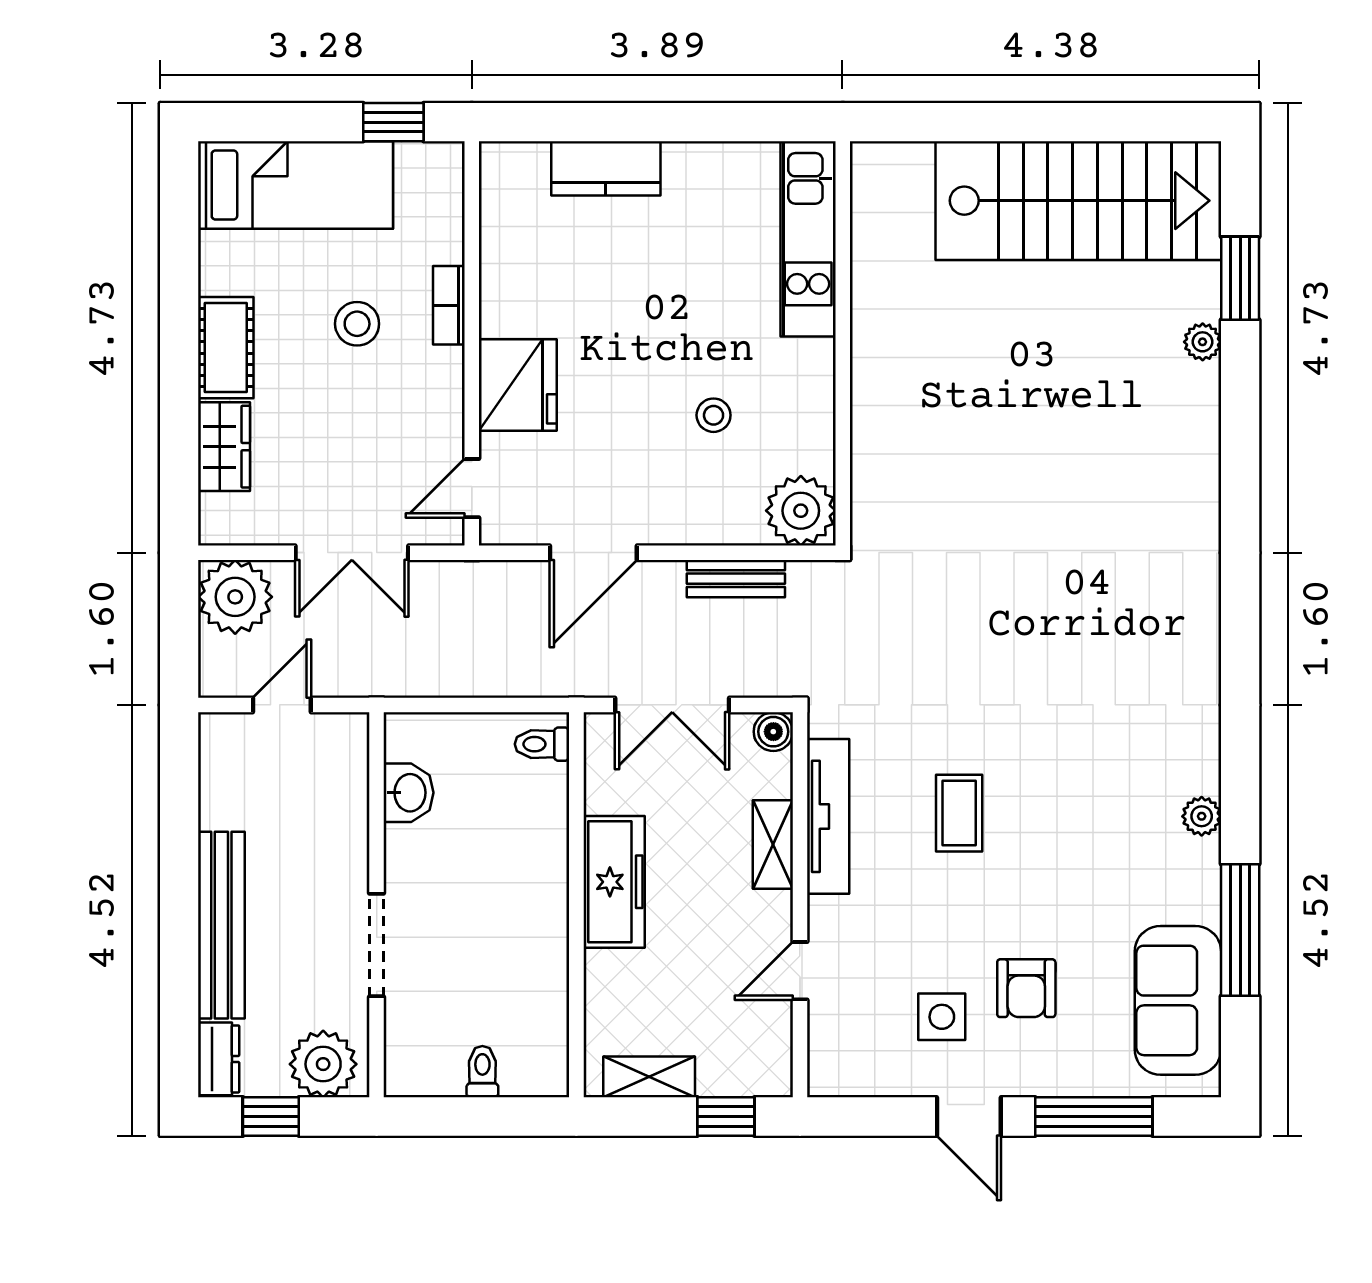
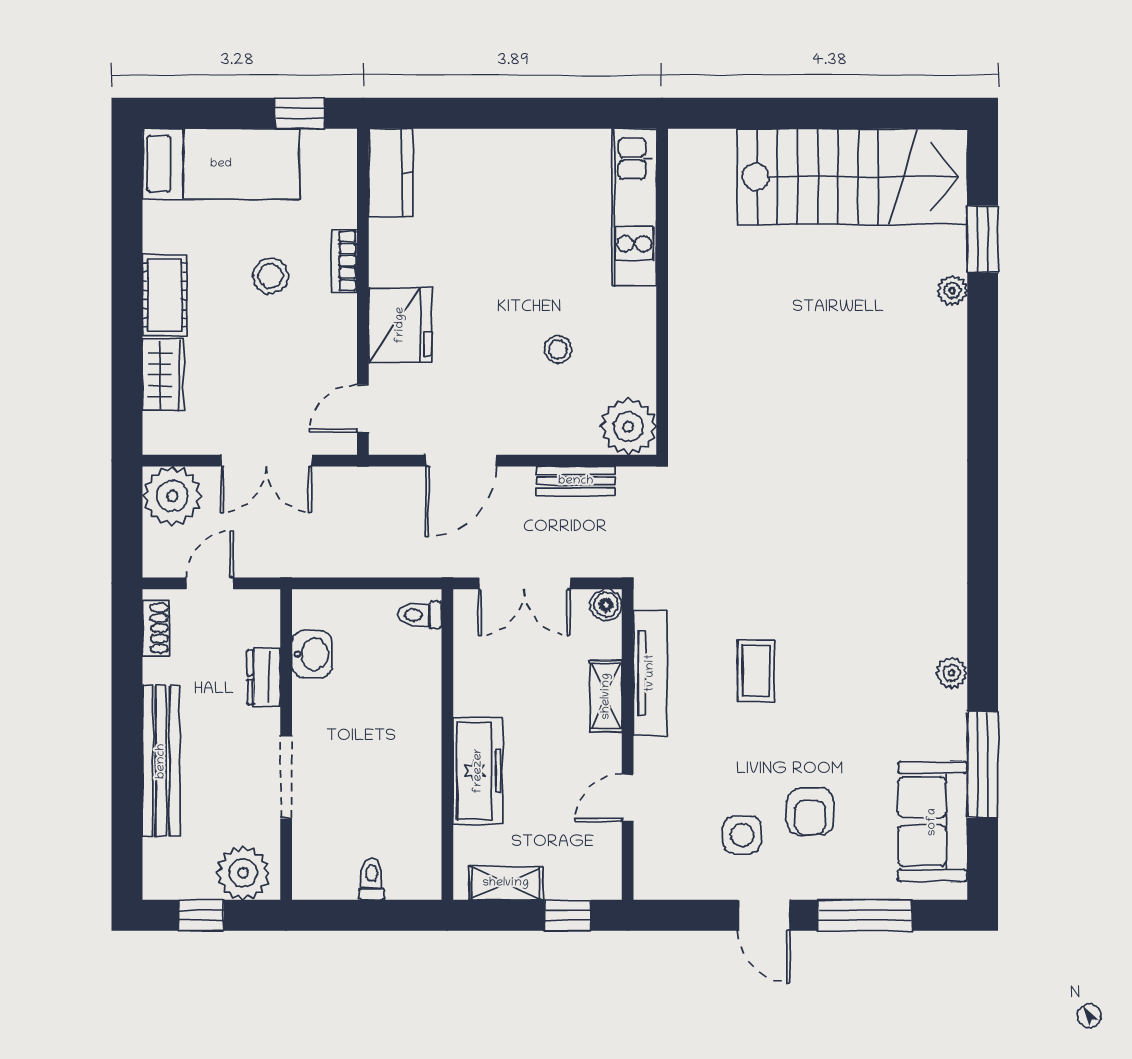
kitchen counter: (606, 168) -> (391, 173), moved, turned -90
shoe rack: (215, 761) -> (156, 628), added
freezer: (614, 882) -> (478, 771), moved
dresser: (219, 1059) -> (264, 677), moved, turned 180

